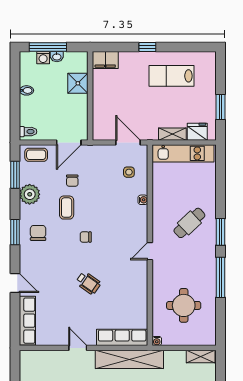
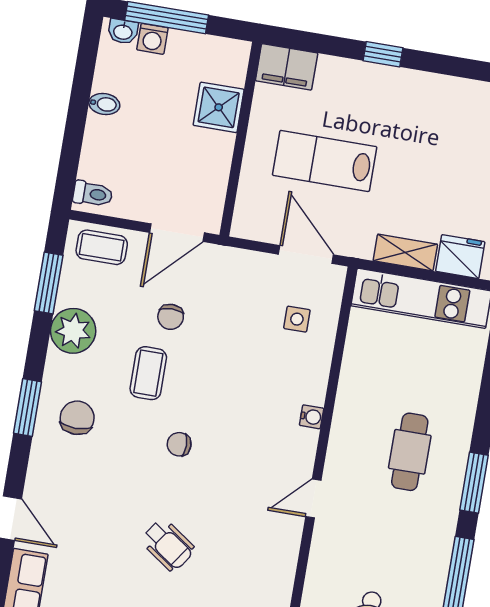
washbasin: (57, 57) -> (123, 32), moved
lab bench: (172, 76) -> (325, 161), moved
water cooler: (143, 200) -> (312, 417), moved
cafe table: (189, 223) -> (410, 452), turned -47

